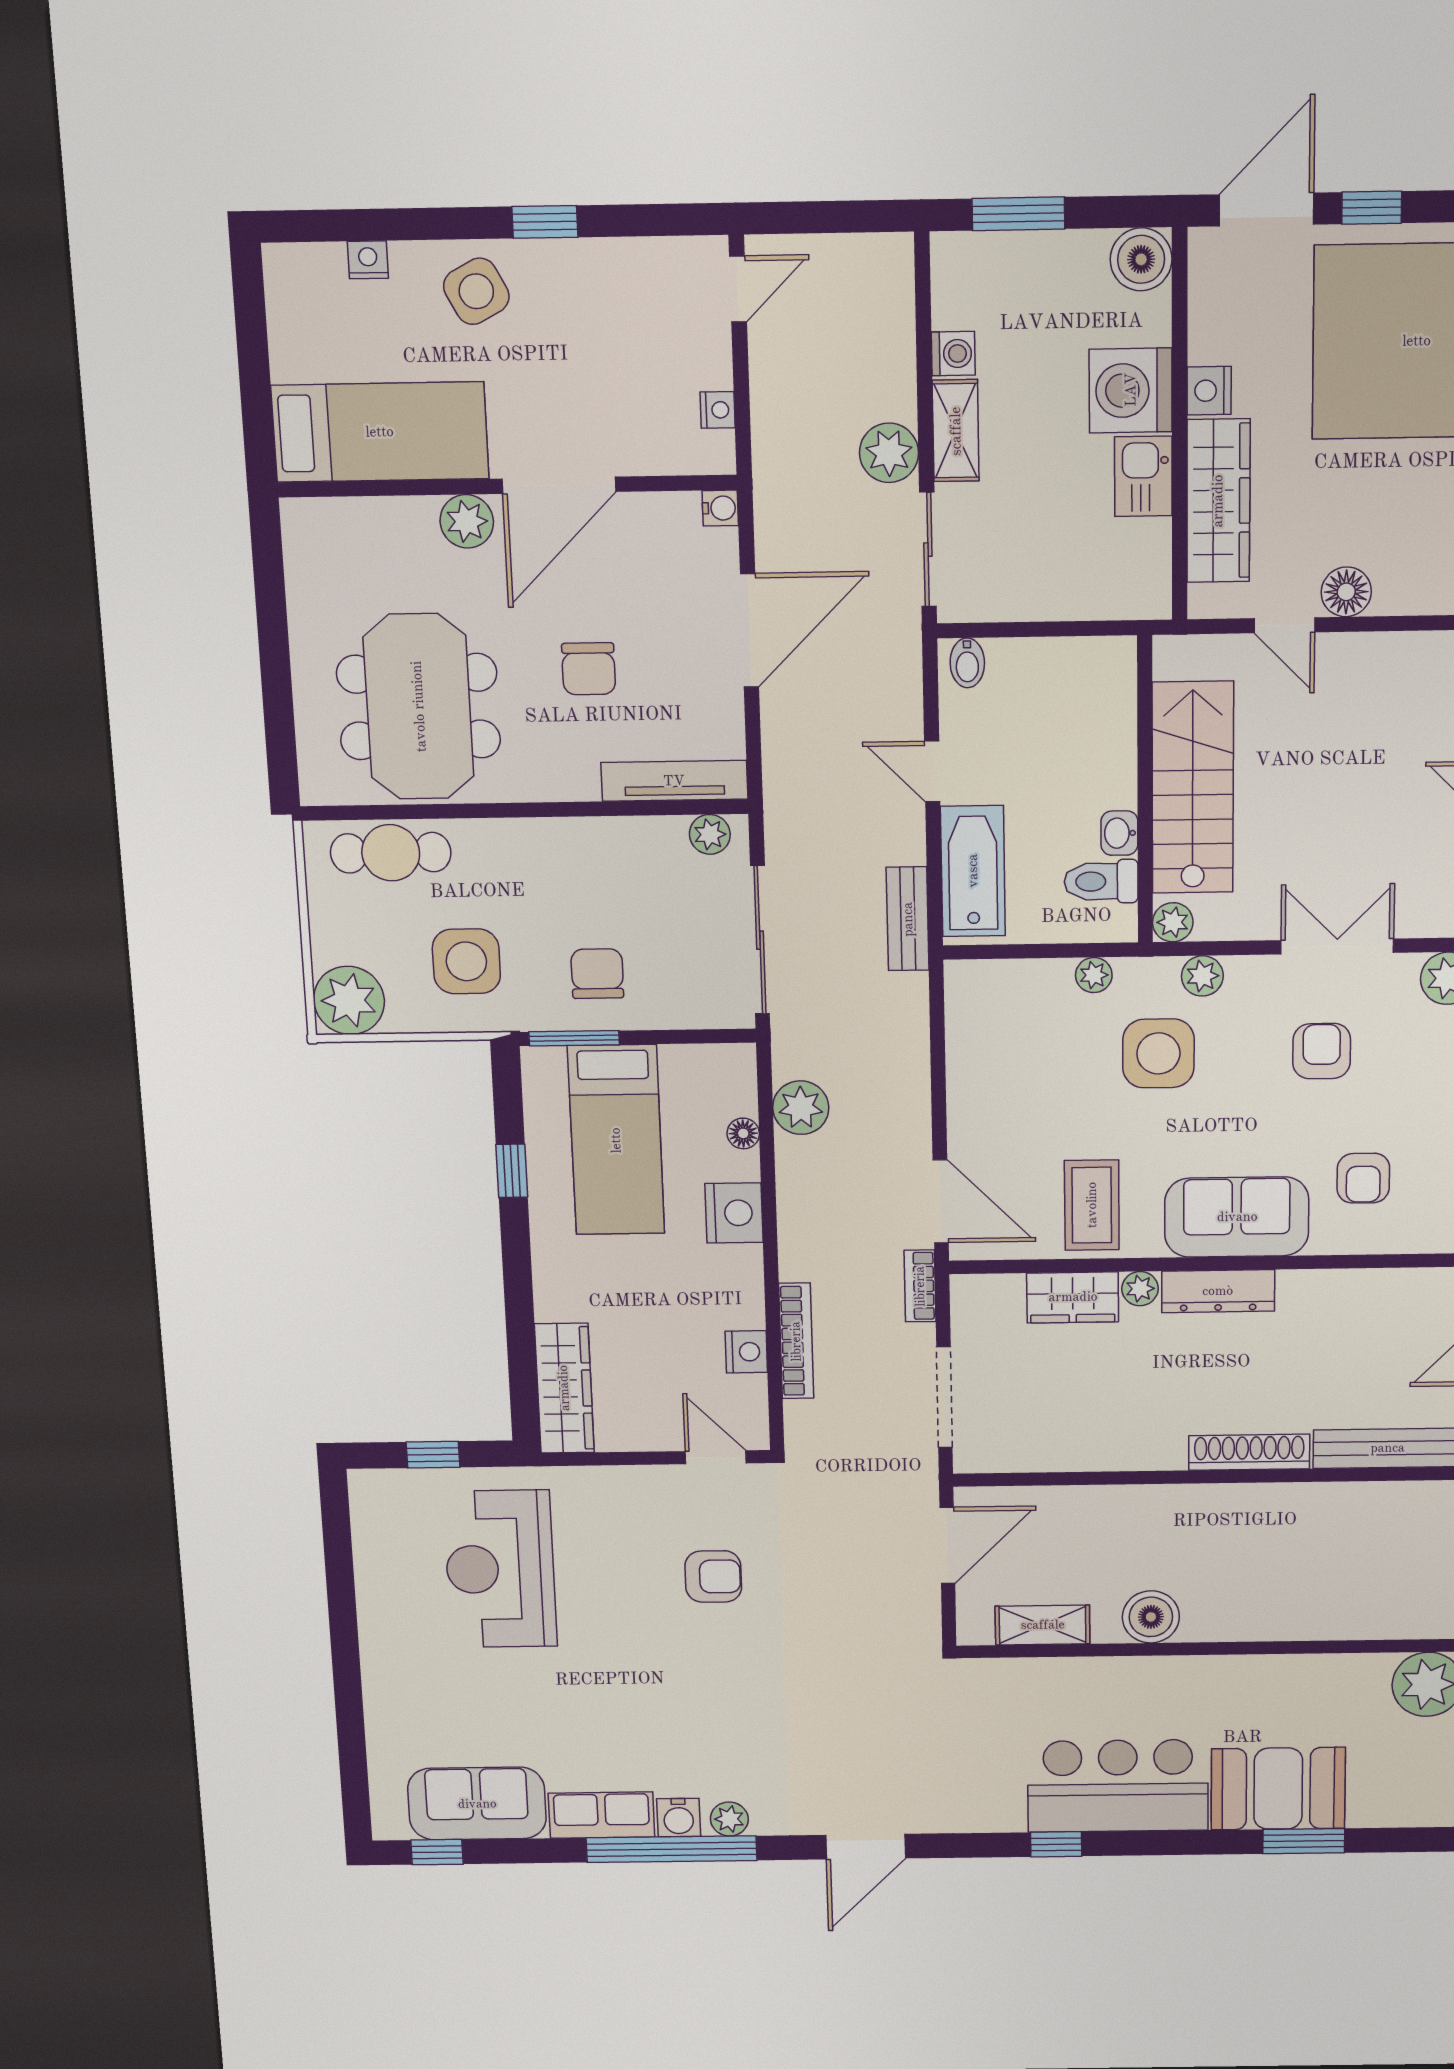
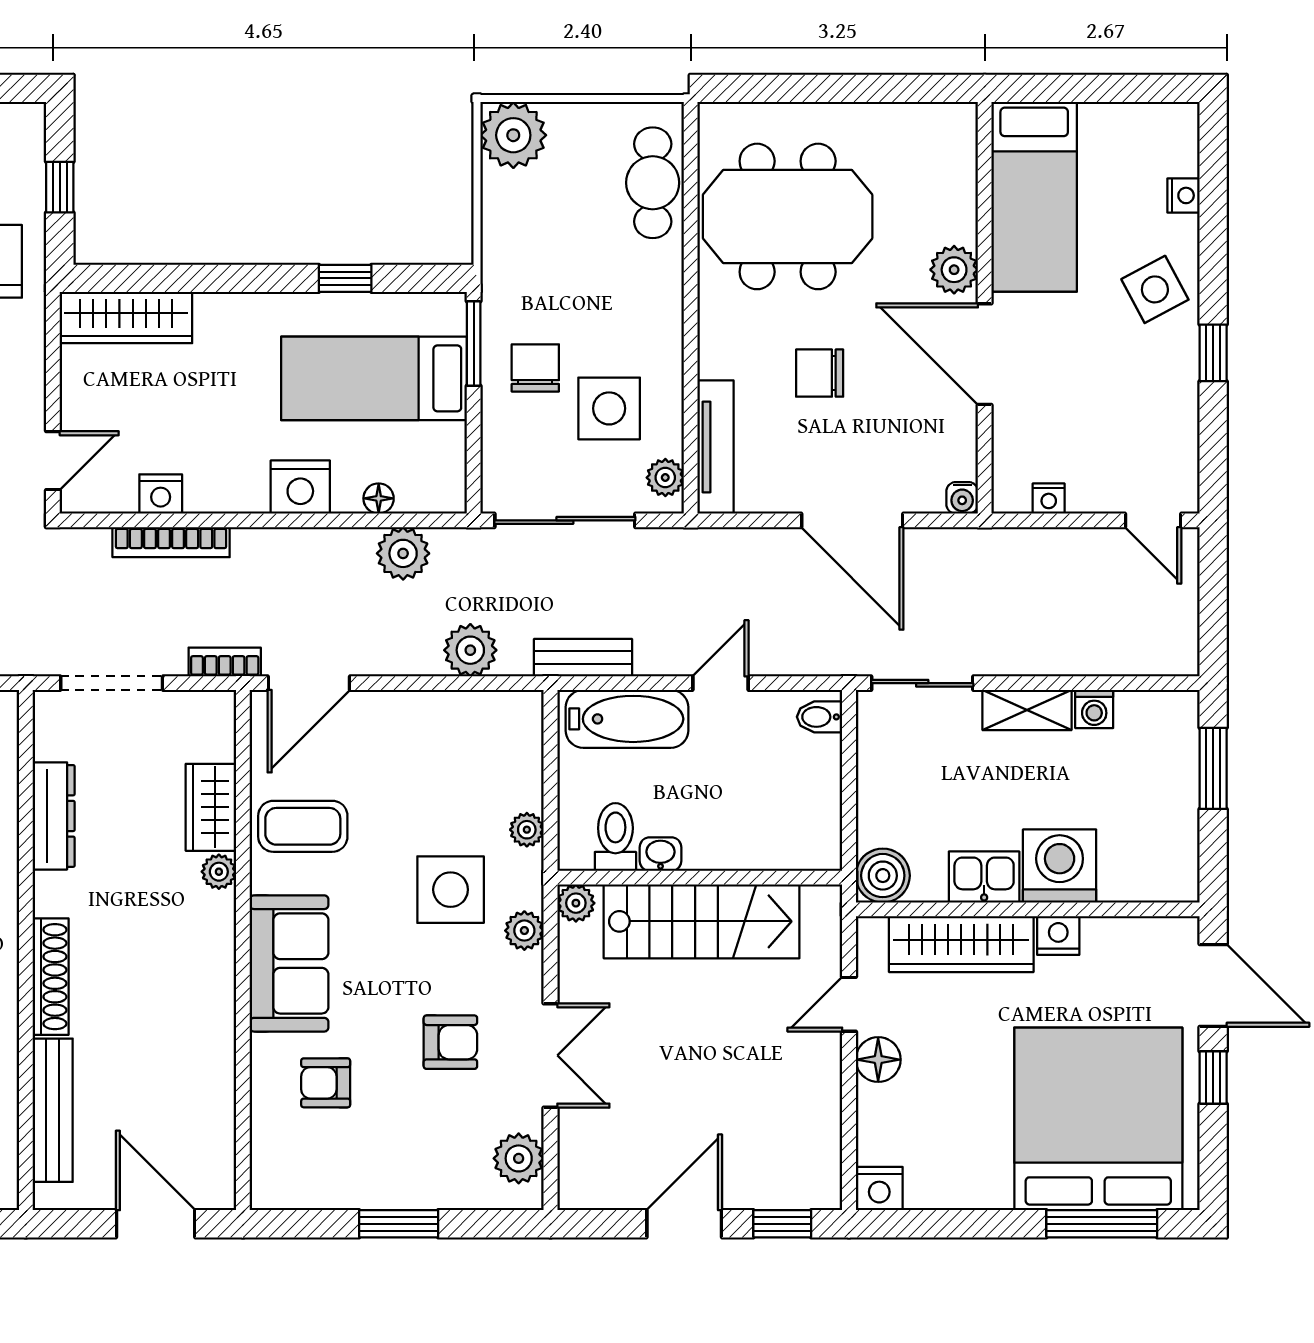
boiler: (1141, 259) -> (883, 876), moved
plant: (889, 453) -> (470, 650), moved
side table: (466, 961) -> (609, 408), moved
chair: (597, 974) -> (535, 368), turned -90
dresser: (1218, 1291) -> (54, 816), moved, turned 180

